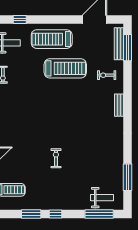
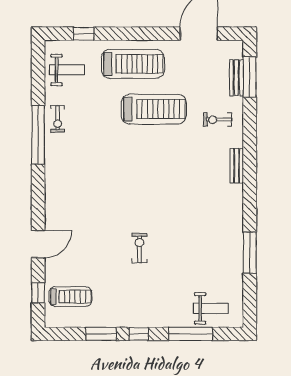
treadmill: (52, 39) -> (133, 64), turned 180
bench: (119, 44) -> (236, 78), width x0.73
window: (127, 177) -> (250, 253), moved
window: (99, 214) -> (191, 334), moved

